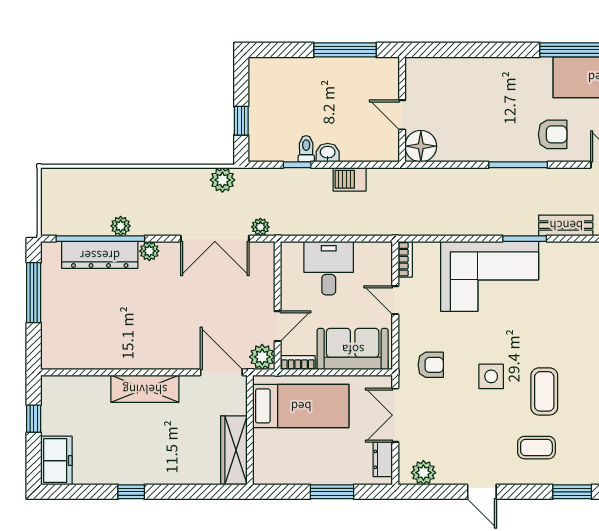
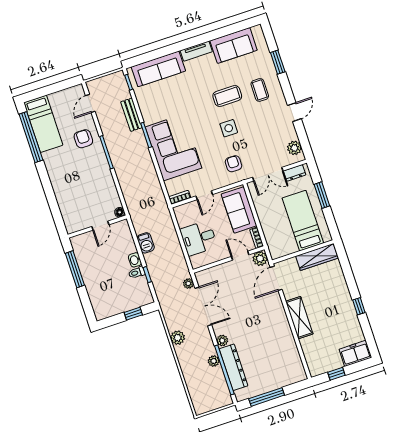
floor lamp: (421, 146) -> (120, 212), width x0.53, depth x0.53
plant: (222, 180) -> (178, 338), moved
bed: (301, 406) -> (303, 221), moved

